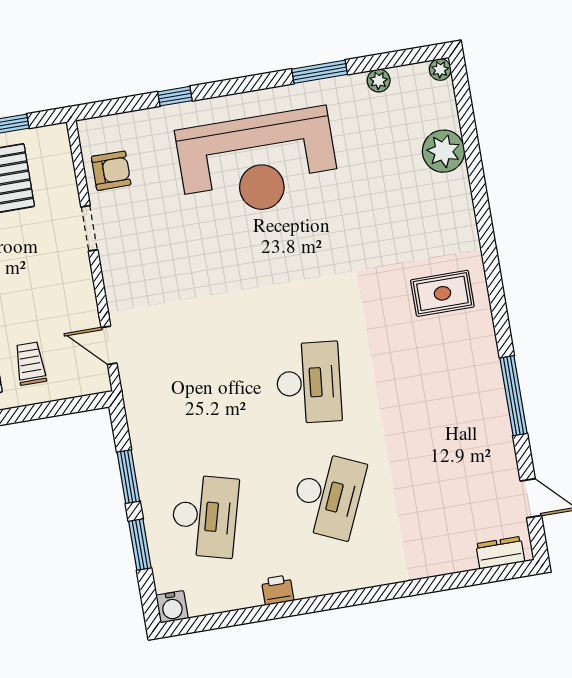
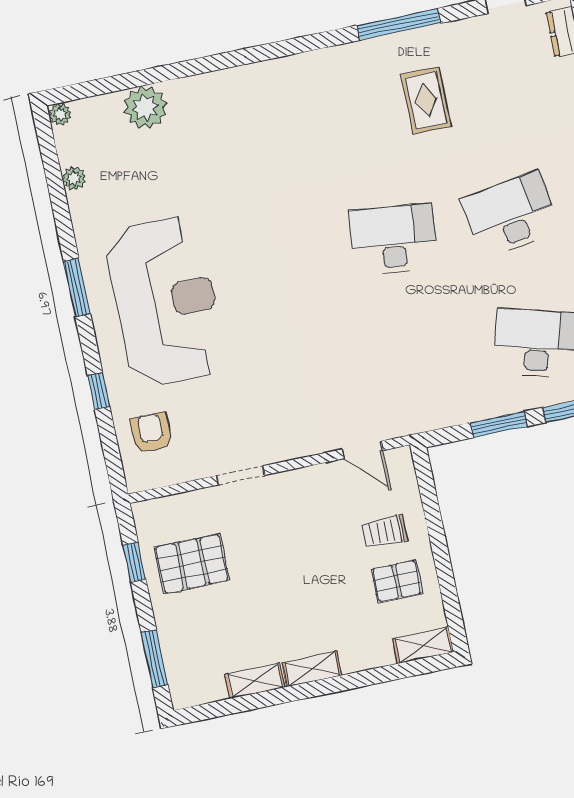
window: (320, 72) -> (77, 288), moved
armchair: (111, 171) -> (151, 433), moved
rug: (442, 293) -> (426, 100), moved
door: (109, 345) -> (362, 450), hinge flipped
desk: (328, 495) -> (511, 215), turned -33

